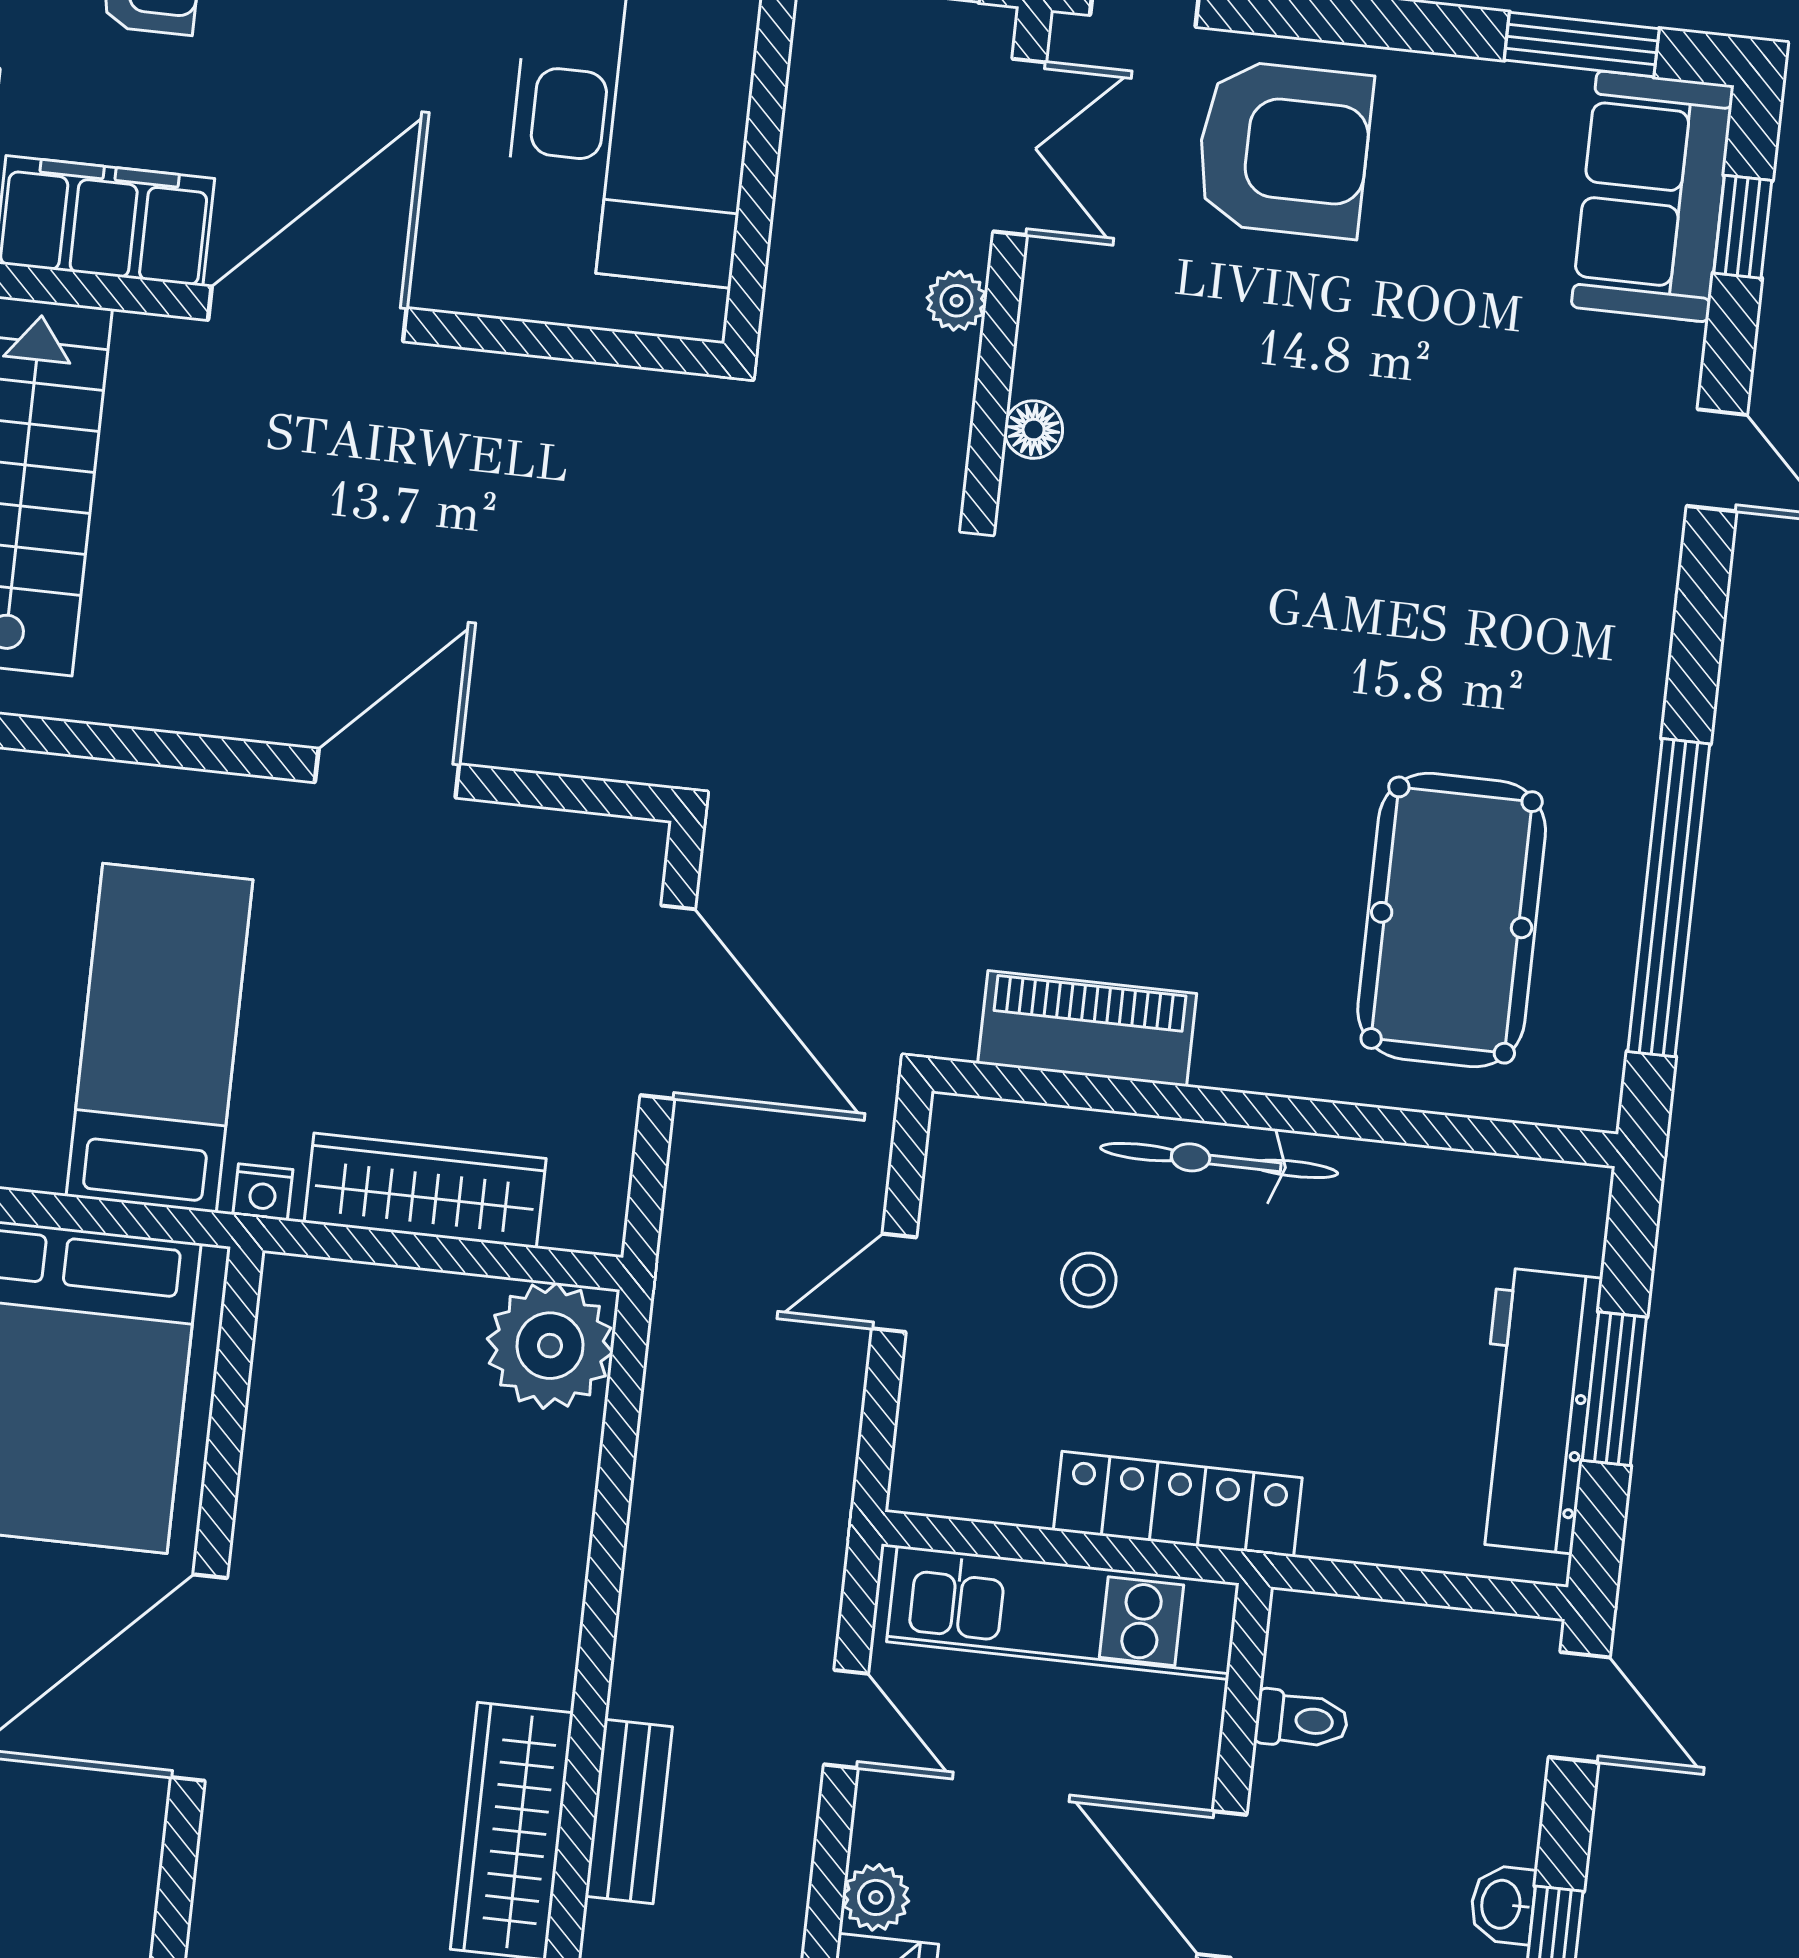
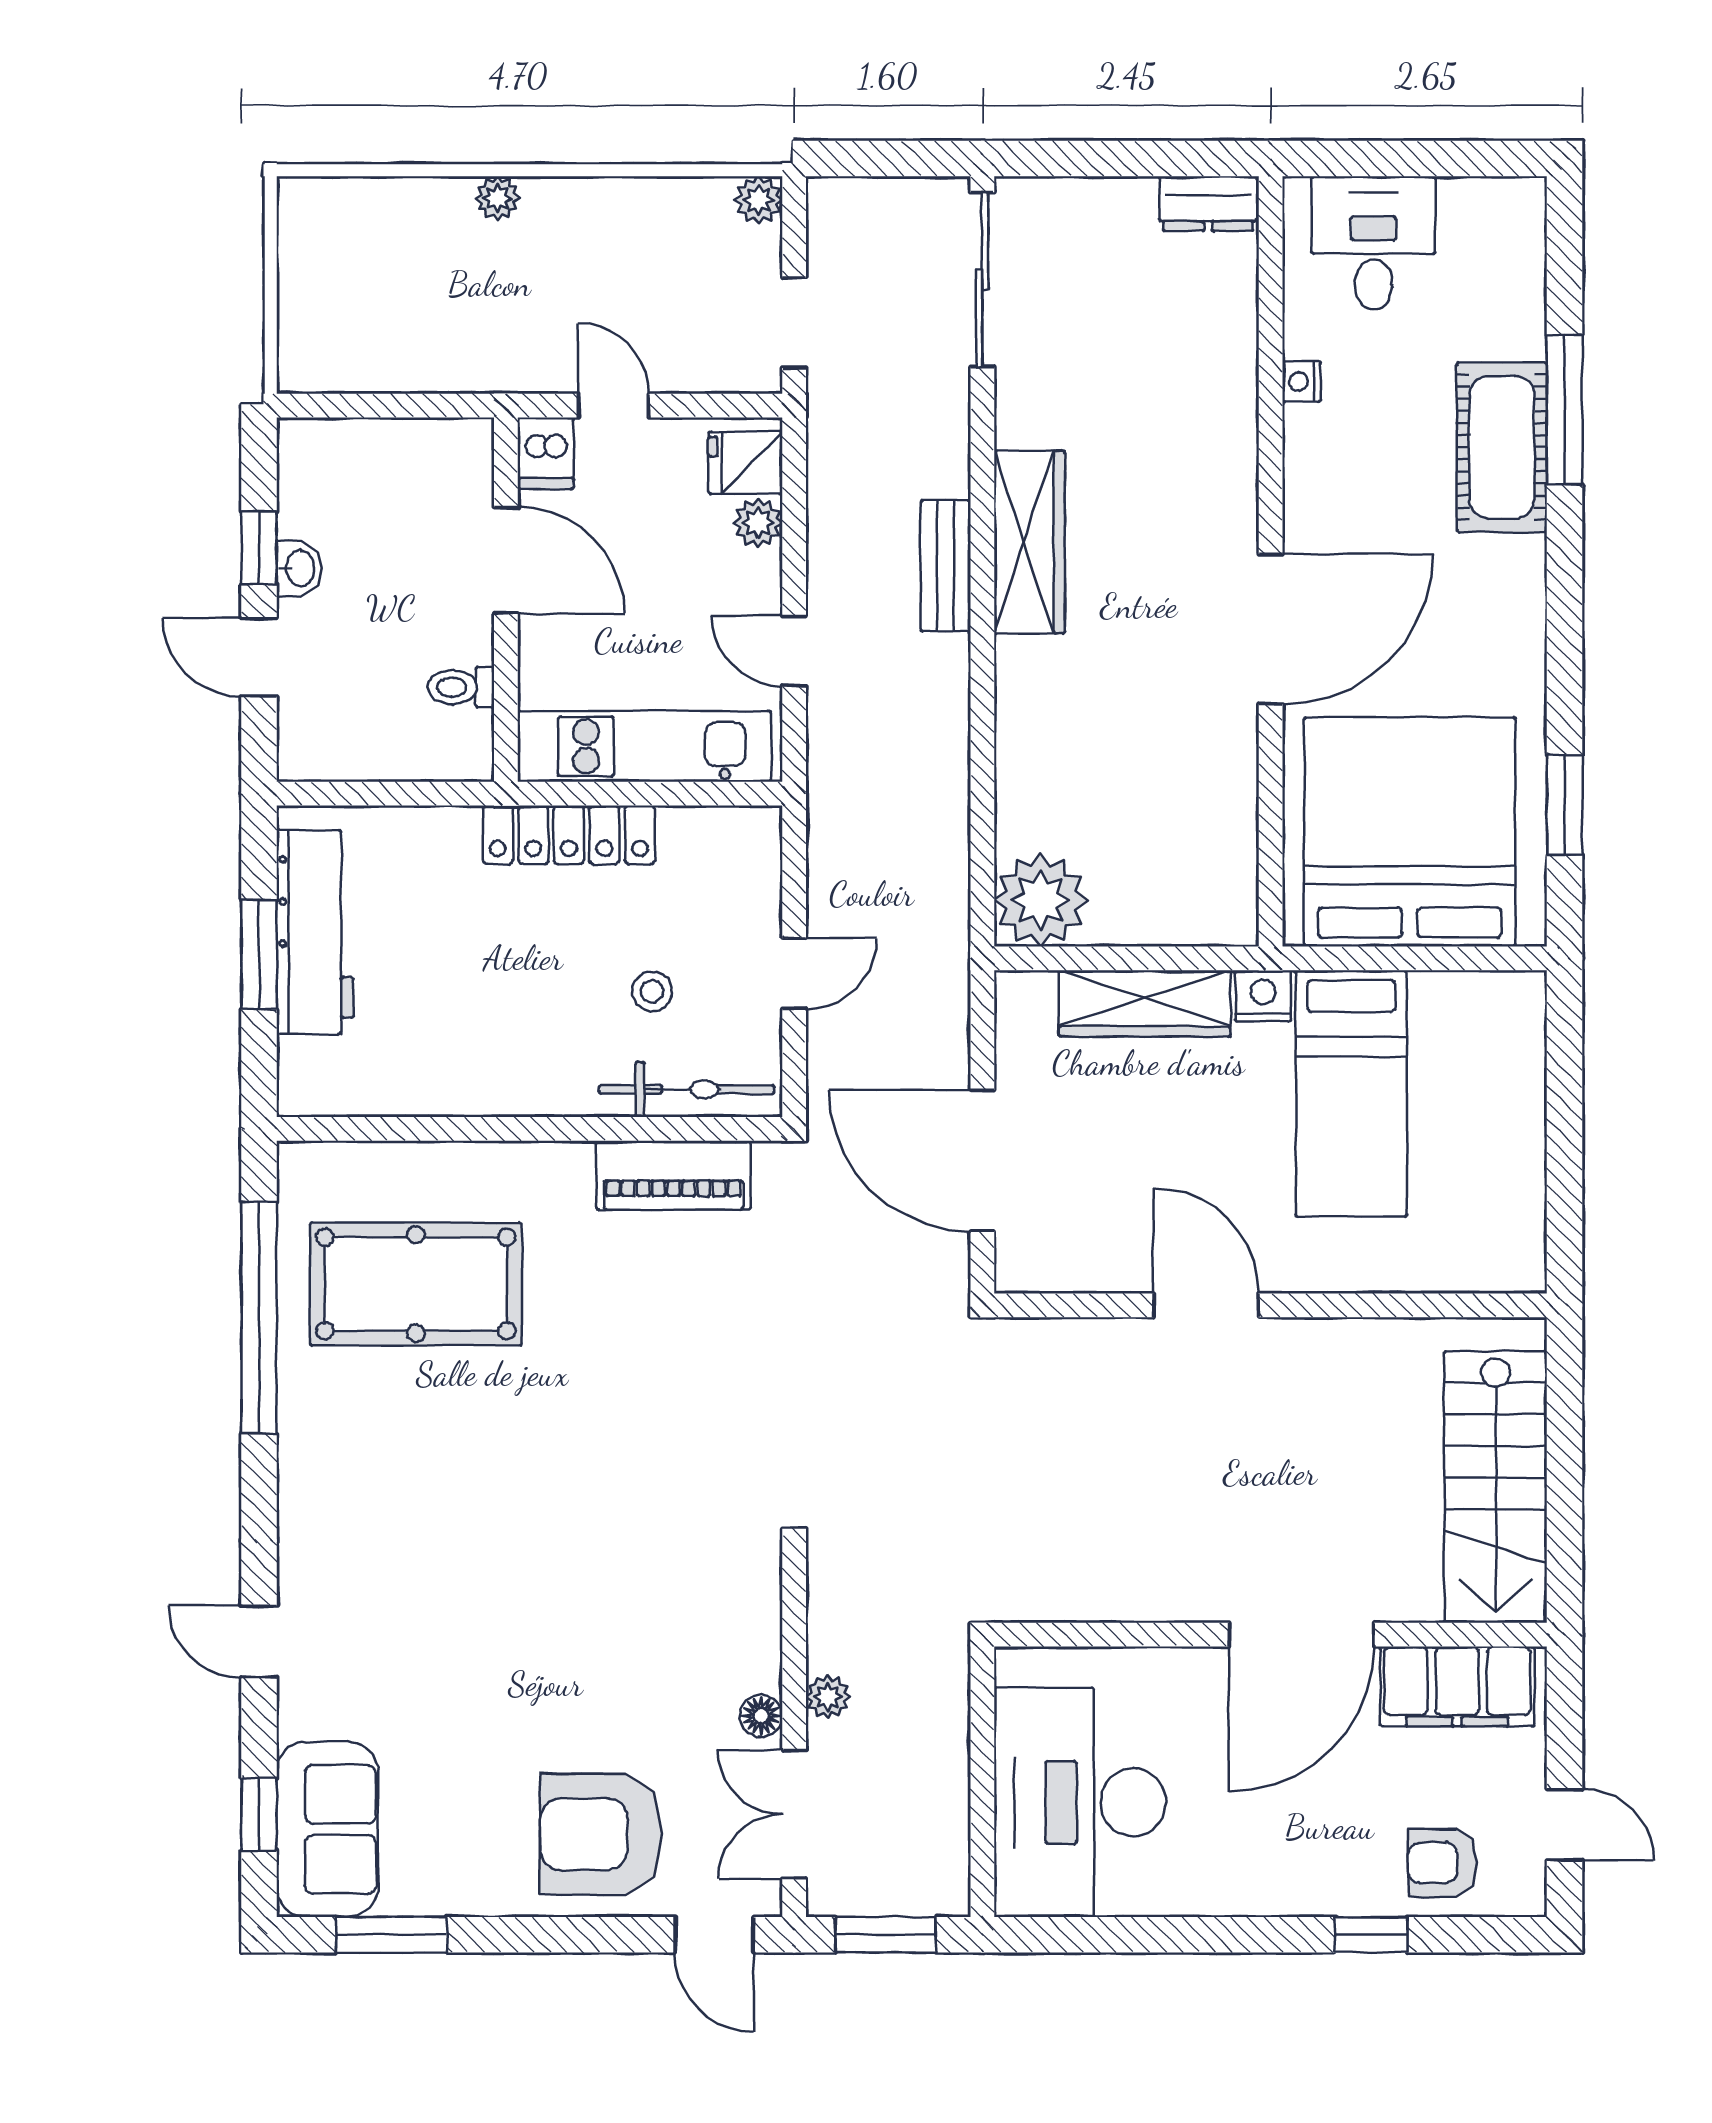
floor lamp: (1034, 430) -> (761, 1716), moved
door: (387, 773) -> (1206, 1305), swing flipped
pool table: (1452, 920) -> (416, 1284), turned 90
bicycle: (1219, 1161) -> (687, 1089), moved
nightstand: (263, 1192) -> (1263, 996), width x1.39, depth x1.35
door: (1579, 1707) -> (259, 658), moved

